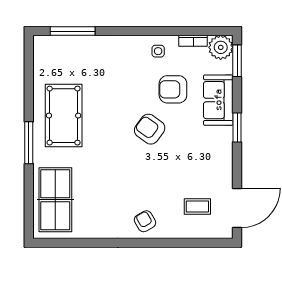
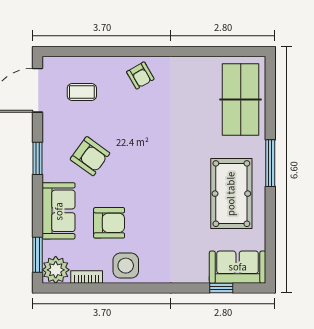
window: (73, 31) -> (221, 288), width x0.46
sofa: (58, 50) -> (238, 267), added
side table: (158, 51) -> (126, 266), width x1.87, depth x1.87
window: (237, 128) -> (37, 158), moved
armchair: (150, 129) -> (90, 156), moved

